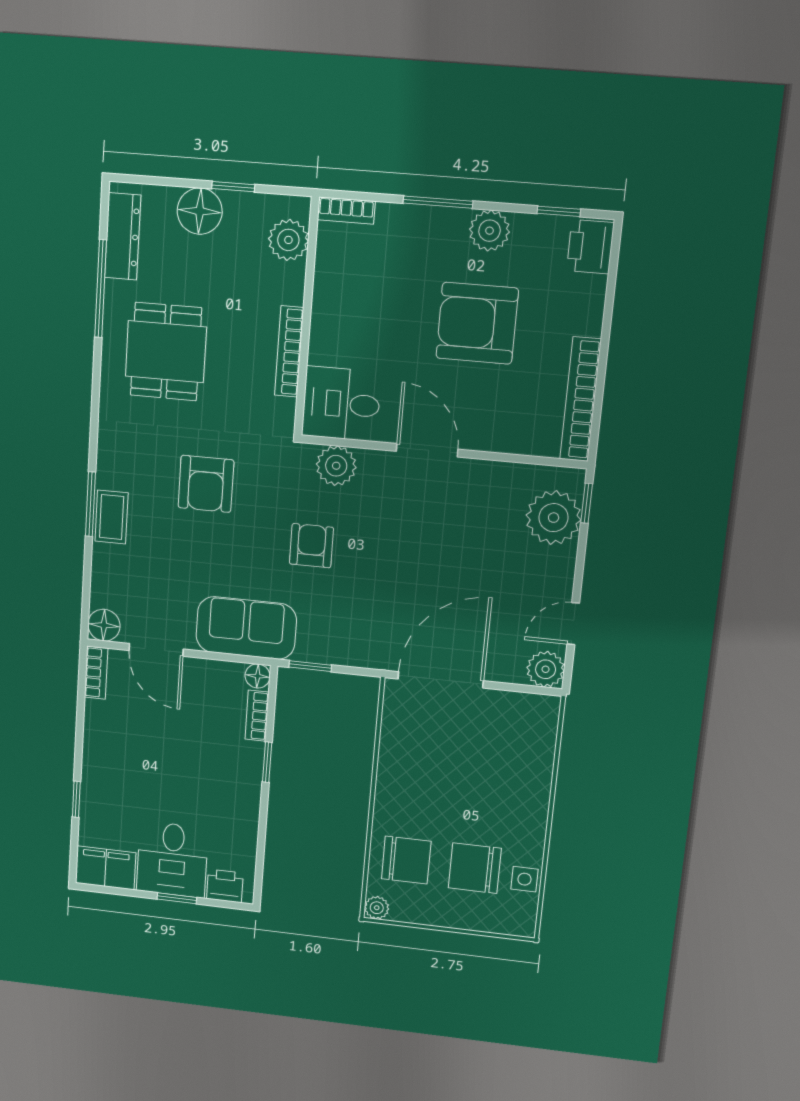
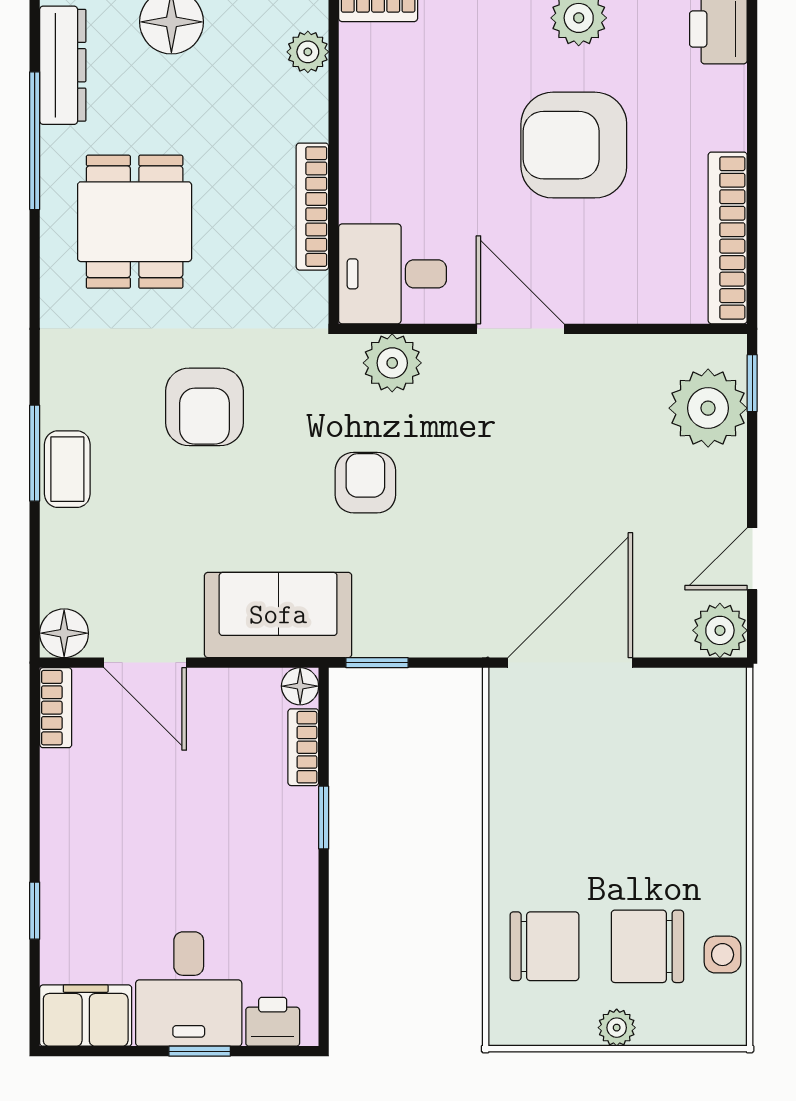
plant: (288, 240) -> (308, 52), width x0.73, depth x0.73
plant: (377, 908) -> (617, 1028), moved

